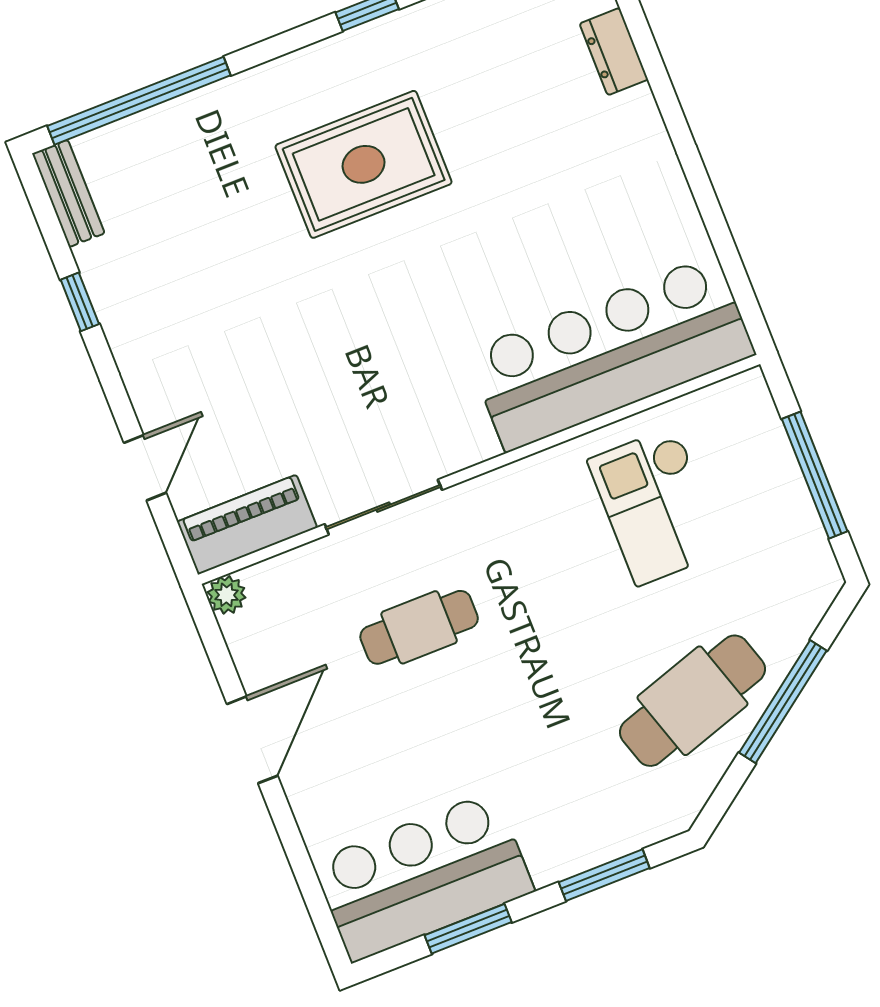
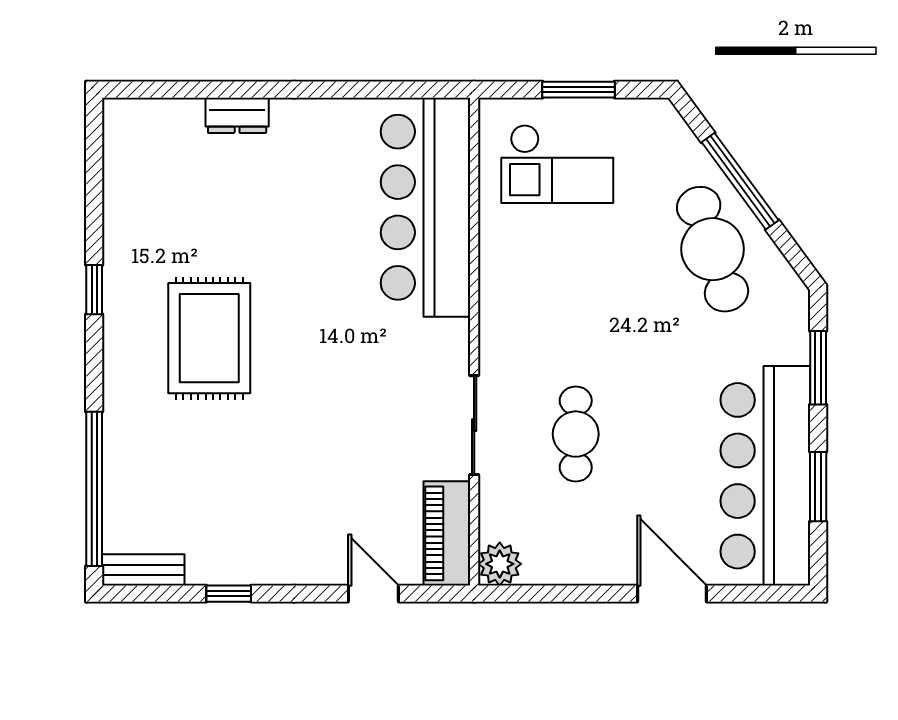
dresser: (614, 52) -> (237, 115), moved
window: (815, 475) -> (578, 90), width x0.69
checkout: (656, 506) -> (557, 164), moved
plant: (227, 595) -> (500, 564), width x1.38, depth x1.38
door: (252, 740) -> (672, 594), moved
bar counter: (423, 877) -> (765, 476), width x1.36

